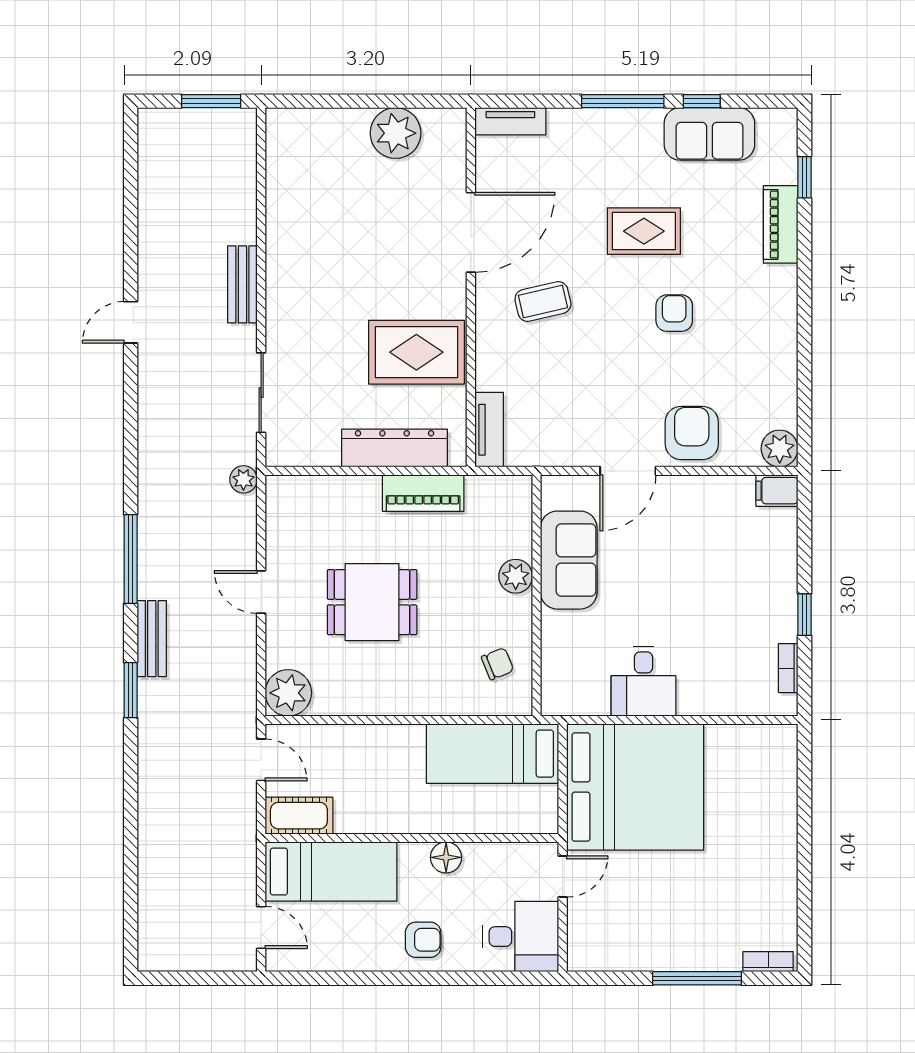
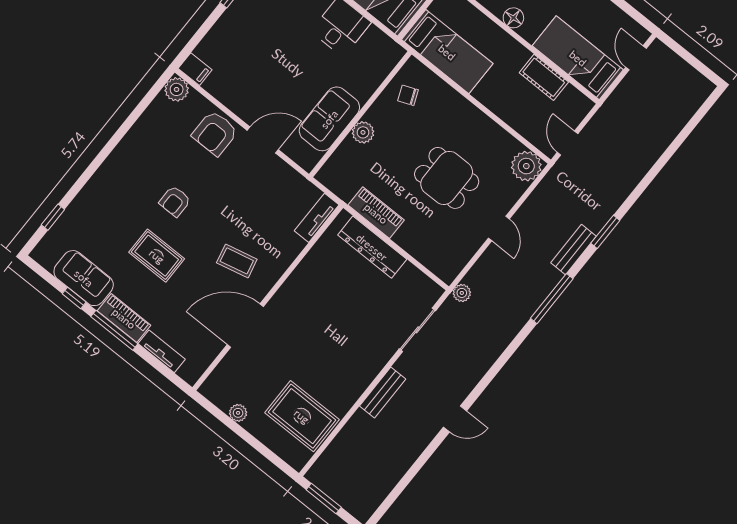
tv unit: (510, 121) -> (162, 351), moved
plant: (396, 133) -> (238, 413), width x0.53, depth x0.53
piano: (781, 224) -> (124, 318), moved, turned -90
rug: (416, 352) -> (302, 416), moved
cot: (299, 816) -> (544, 77), moved

